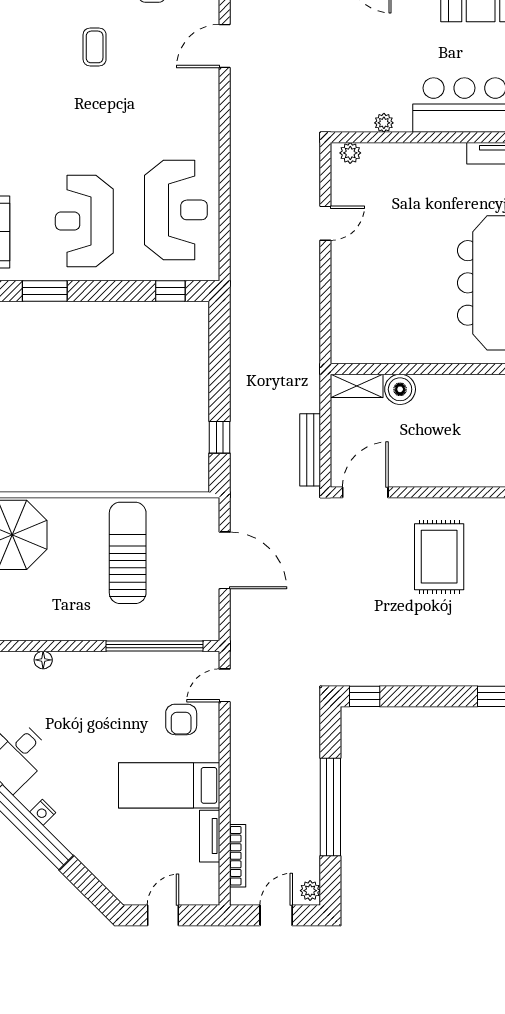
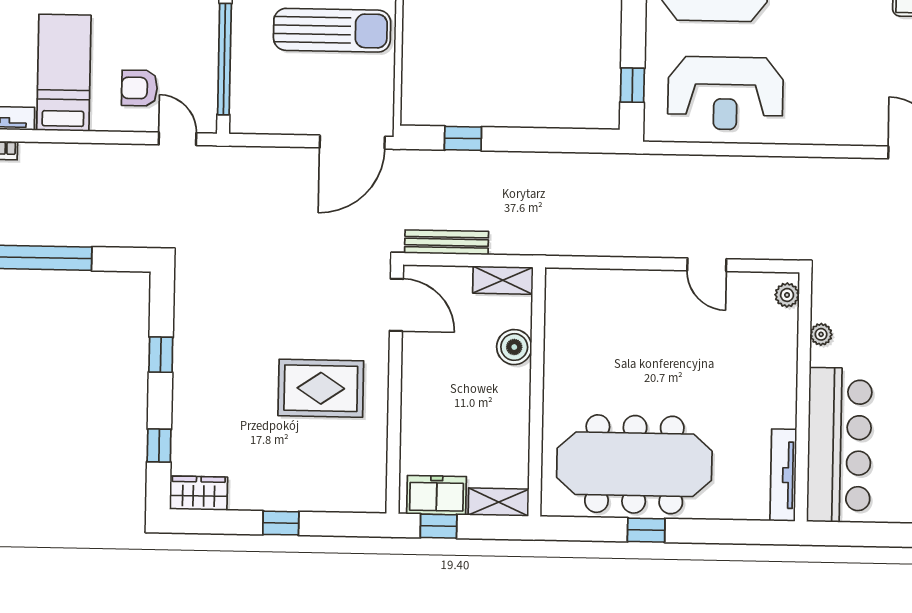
shelving: (357, 386) -> (503, 280), moved, turned 90
door: (225, 560) -> (352, 142), moved
window: (365, 696) -> (161, 355), moved

